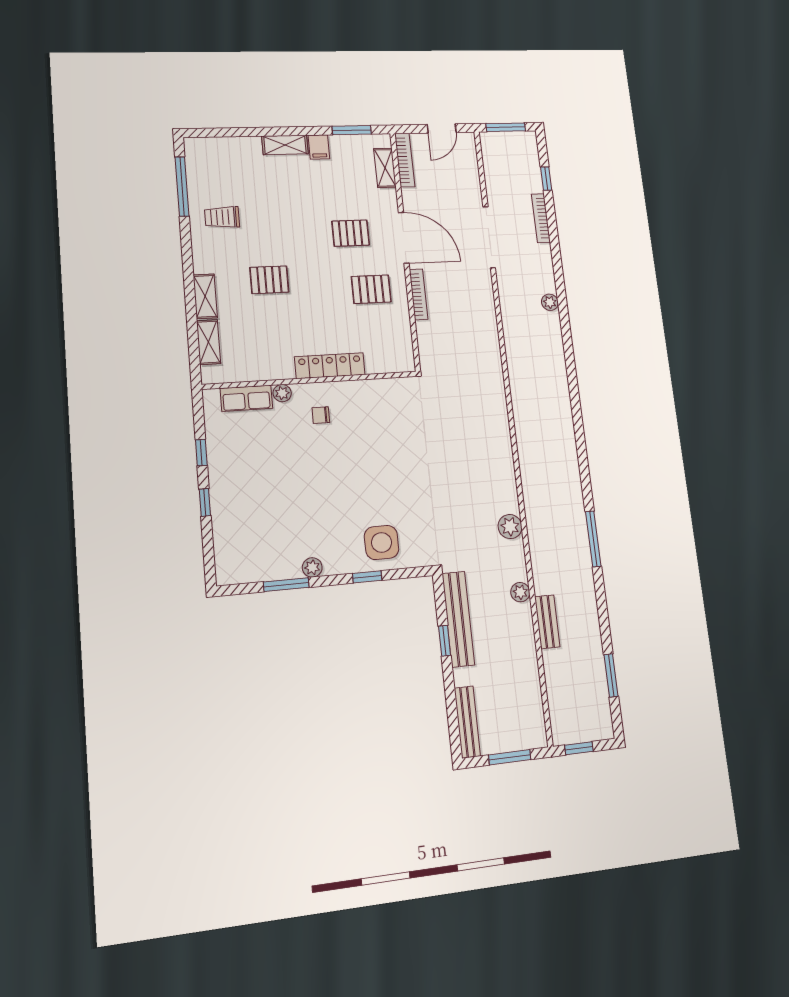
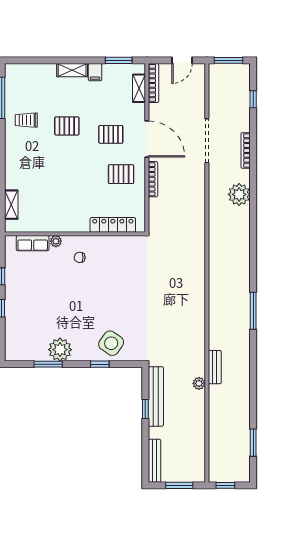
bookcase: (541, 218) -> (246, 150), moved
pallet: (269, 280) -> (67, 126), moved
shelving: (205, 296) -> (11, 174), removed
plant: (550, 302) -> (239, 194), width x1.87, depth x1.87
locker: (330, 366) -> (113, 225), moved
plant: (510, 527) -> (197, 340), removed
window: (593, 539) -> (253, 311), moved
side table: (382, 542) -> (111, 343), turned 35
plant: (312, 567) -> (60, 350), width x1.88, depth x1.88
bench: (547, 622) -> (215, 367), moved

